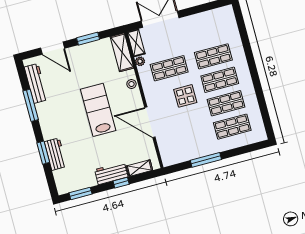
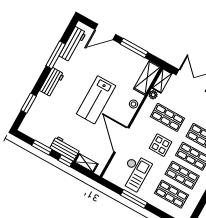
window: (88, 39) -> (134, 48), width x1.44
door: (53, 48) -> (105, 32), hinge flipped
lab bench: (98, 110) -> (96, 100), turned 180
checkout: (186, 138) -> (135, 173), added
window: (43, 153) -> (29, 103), moved
workbench: (55, 154) -> (52, 82), moved
window: (81, 193) -> (42, 148), moved

